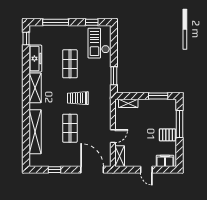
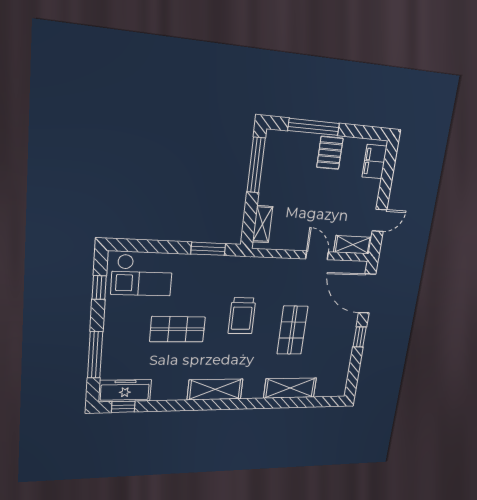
freezer: (35, 58) -> (125, 391), moved
window: (158, 96) -> (256, 165), width x1.44
shop shelf: (70, 128) -> (292, 330), turned 90
shelving: (35, 132) -> (290, 388), width x0.68
window: (54, 170) -> (360, 337), moved
door: (92, 170) -> (367, 294), hinge flipped
door: (146, 170) -> (380, 220), moved

